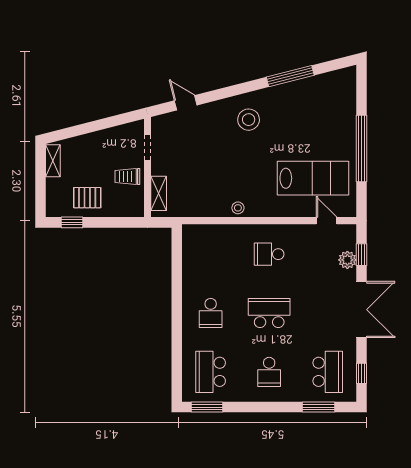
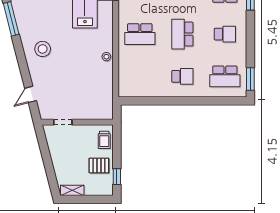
trolley: (127, 176) -> (104, 140), moved
shelving: (159, 193) -> (96, 114), removed
pallet: (87, 198) -> (99, 166), turned 90
school desk: (269, 254) -> (140, 34), width x1.85

